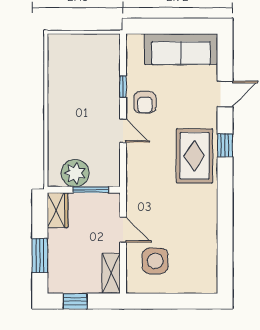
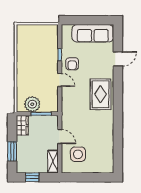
window: (225, 145) -> (118, 88), removed

